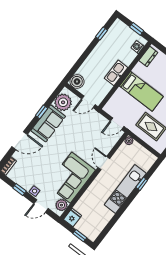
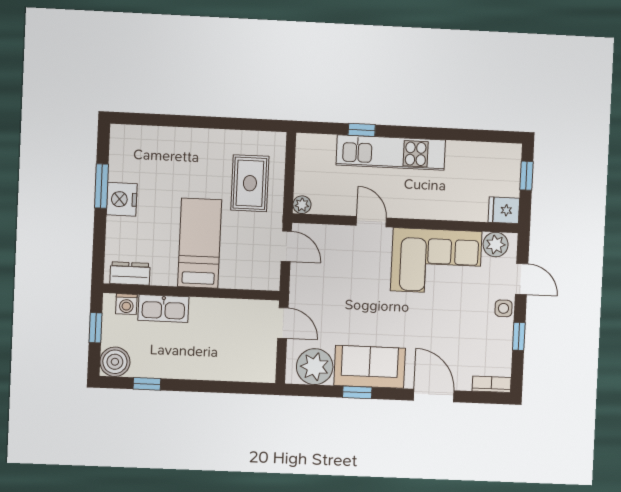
kitchen sink: (116, 73) -> (163, 309), moved
boiler: (77, 82) -> (115, 362), moved
door: (104, 163) -> (371, 222), swing flipped

